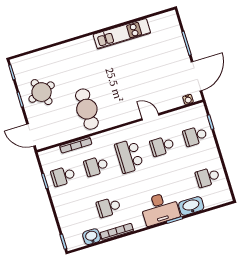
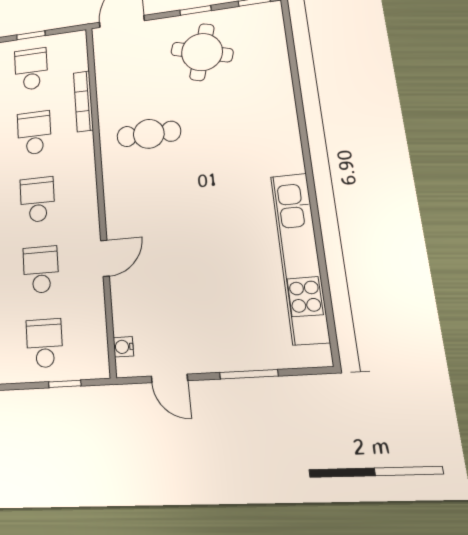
kitchen unit: (122, 34) -> (300, 257), width x1.36
door: (197, 76) -> (169, 378), width x0.53
round table: (42, 92) -> (202, 52), turned 36
cafe table: (87, 109) -> (149, 134), width x0.73, depth x0.74
school desk: (129, 156) -> (37, 200), width x0.54

